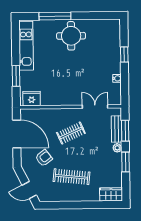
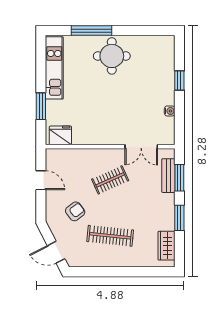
double door: (95, 107) -> (141, 147), swing flipped
door: (17, 134) -> (41, 180), width x0.53
plant: (117, 148) -> (169, 200), removed
wardrobe: (111, 194) -> (166, 246), moved, turned -90

